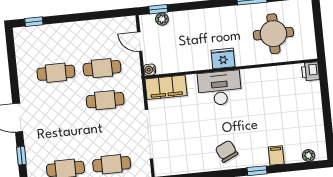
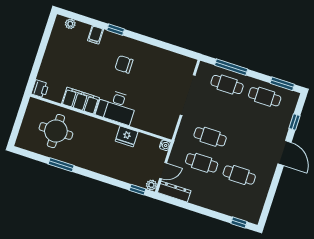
plant: (162, 19) -> (151, 185), moved
dresser: (118, 24) -> (174, 192), added
door: (140, 42) -> (163, 171), hinge flipped
fridge: (223, 58) -> (127, 136), moved
filing cabinet: (166, 87) -> (80, 101), moved
chair: (226, 151) -> (124, 64), moved, turned 115

